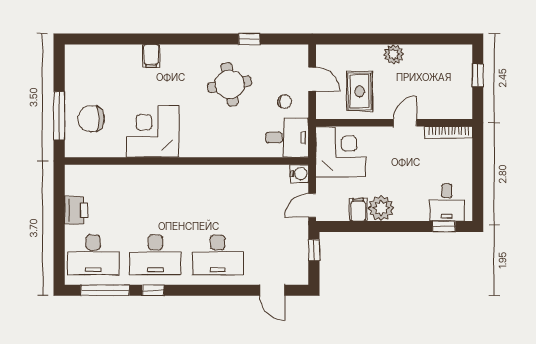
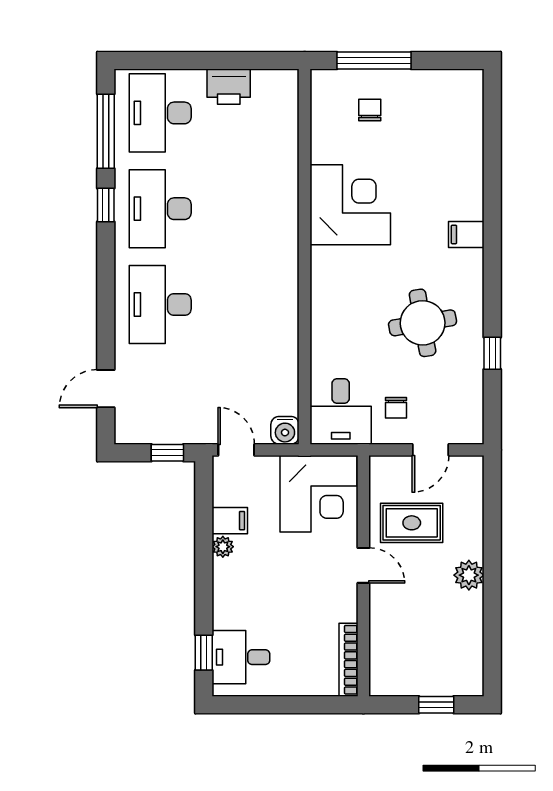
filing cabinet: (151, 56) -> (466, 234), moved
chair: (91, 119) -> (370, 110), width x0.54, depth x0.54
door: (405, 123) -> (363, 565), moved
plant: (381, 208) -> (223, 547), width x0.53, depth x0.53

